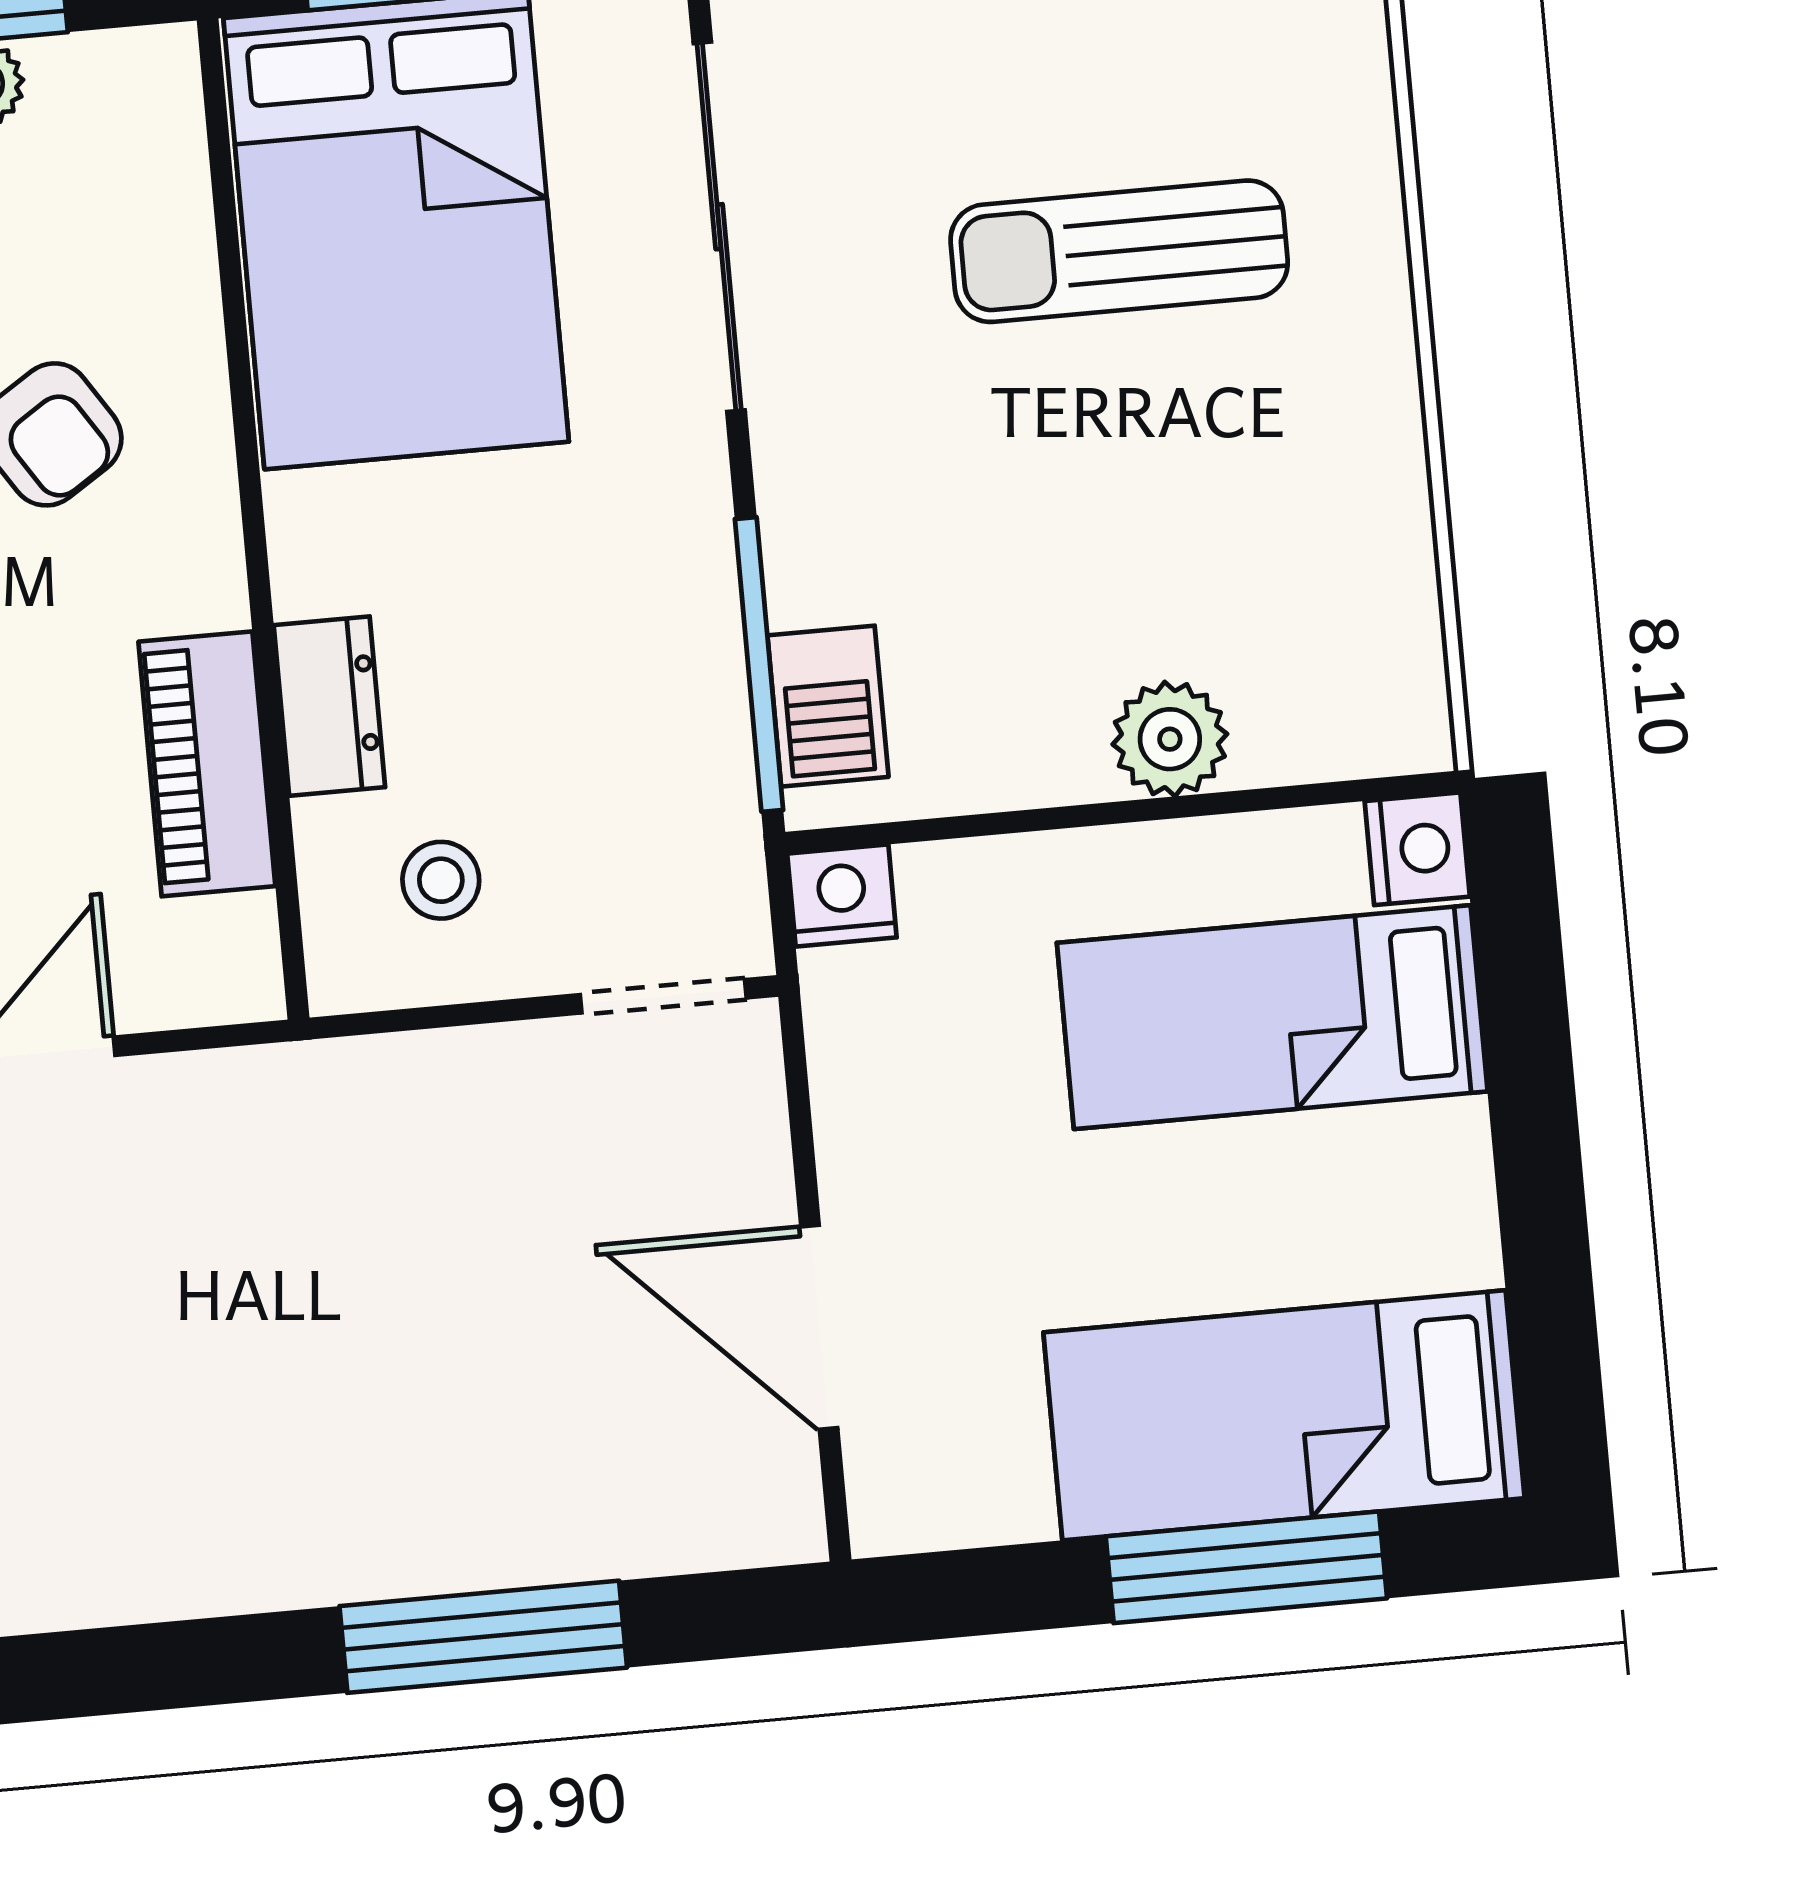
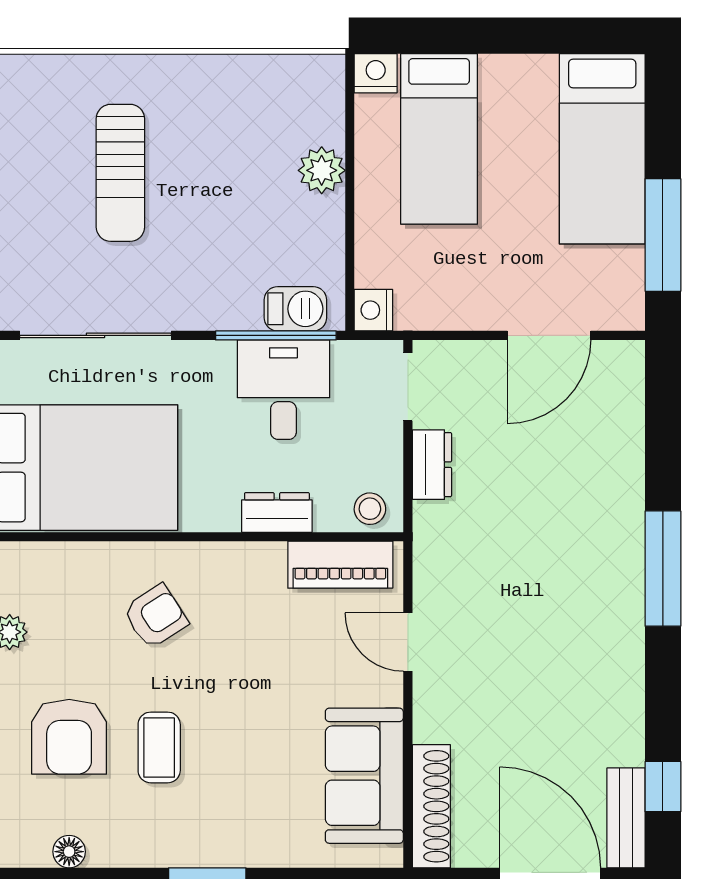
desk: (629, 695) -> (283, 390), added
piano: (207, 764) -> (340, 565), moved
stool: (441, 880) -> (370, 509), moved
dresser: (480, 1072) -> (432, 465), added
window: (1246, 1567) -> (663, 235), moved
window: (483, 1637) -> (663, 569), moved

